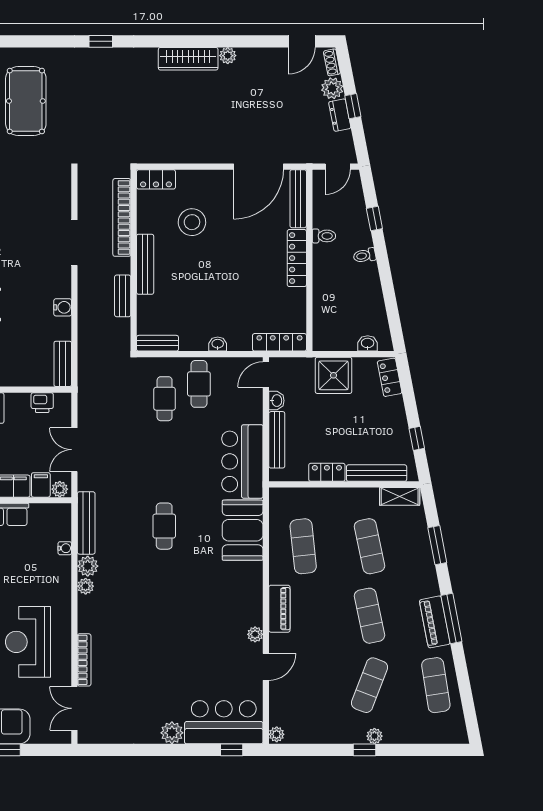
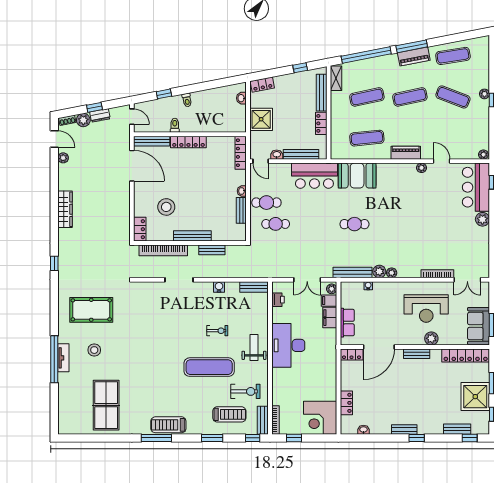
plant: (228, 56) -> (63, 158), moved
bench: (158, 343) -> (241, 210), moved
window: (437, 545) -> (366, 55), width x2.11

